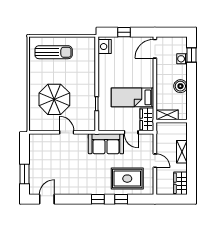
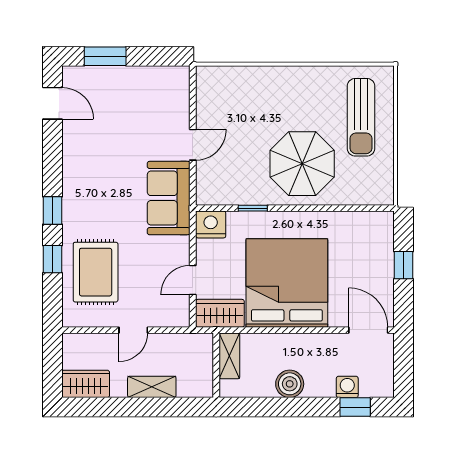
nightstand: (105, 47) -> (211, 224), moved
bed: (132, 97) -> (287, 283), width x2.04
parasol: (54, 99) -> (302, 164), moved
sofa: (106, 144) -> (169, 198), moved

